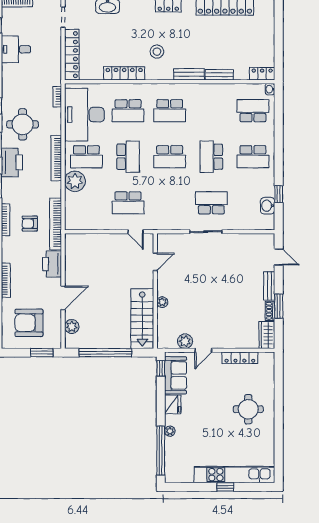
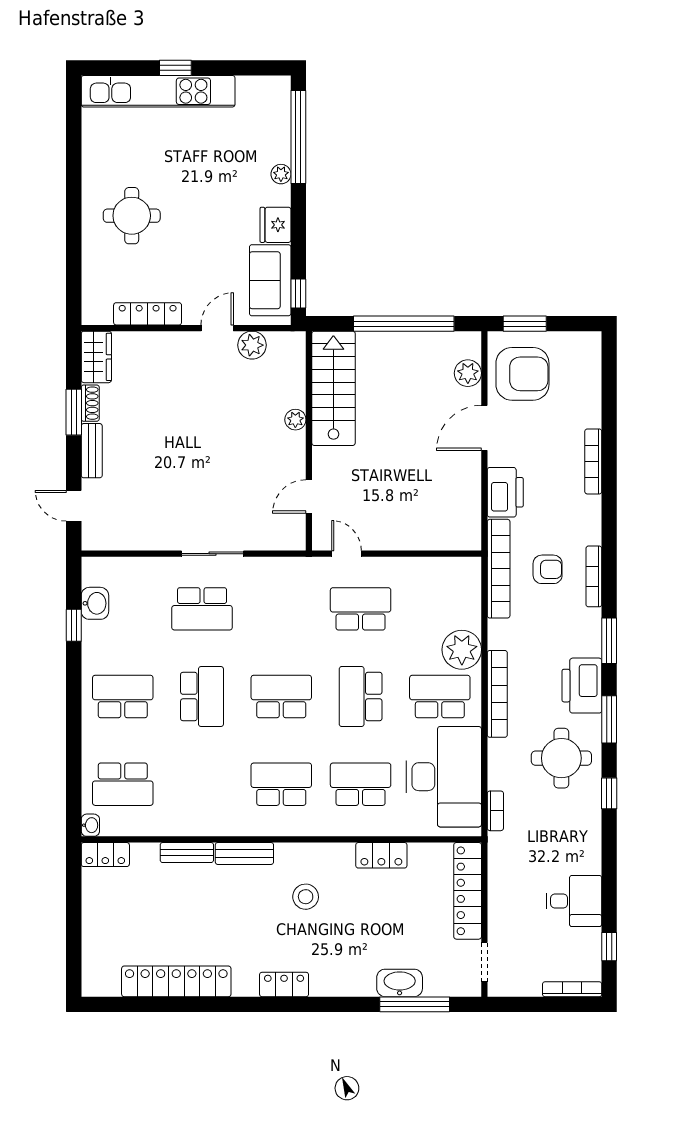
locker: (124, 73) -> (381, 855), width x0.66
armchair: (29, 323) -> (522, 374), moved

